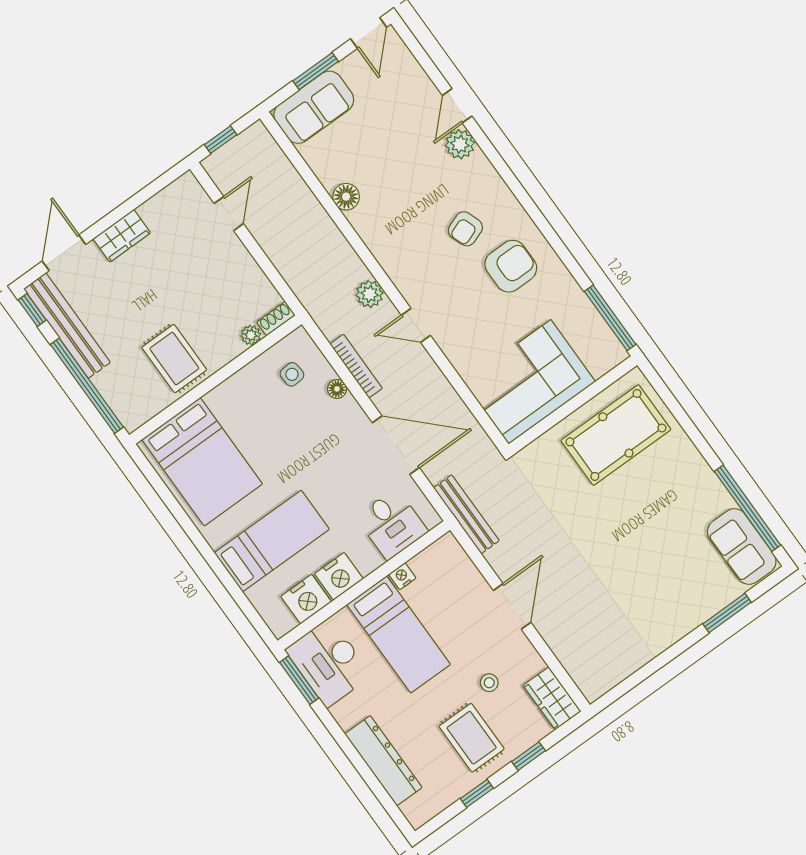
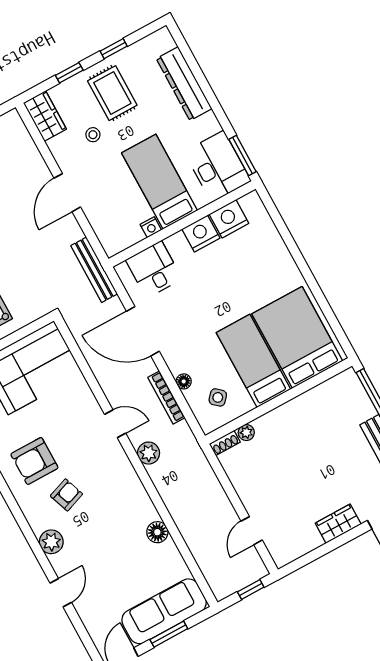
sofa: (314, 107) -> (164, 611), width x1.36
plant: (460, 144) -> (51, 542), moved
rug: (174, 359) -> (309, 422), removed
side table: (292, 374) -> (218, 397), turned 45
bed: (272, 541) -> (253, 361), moved, turned 90

